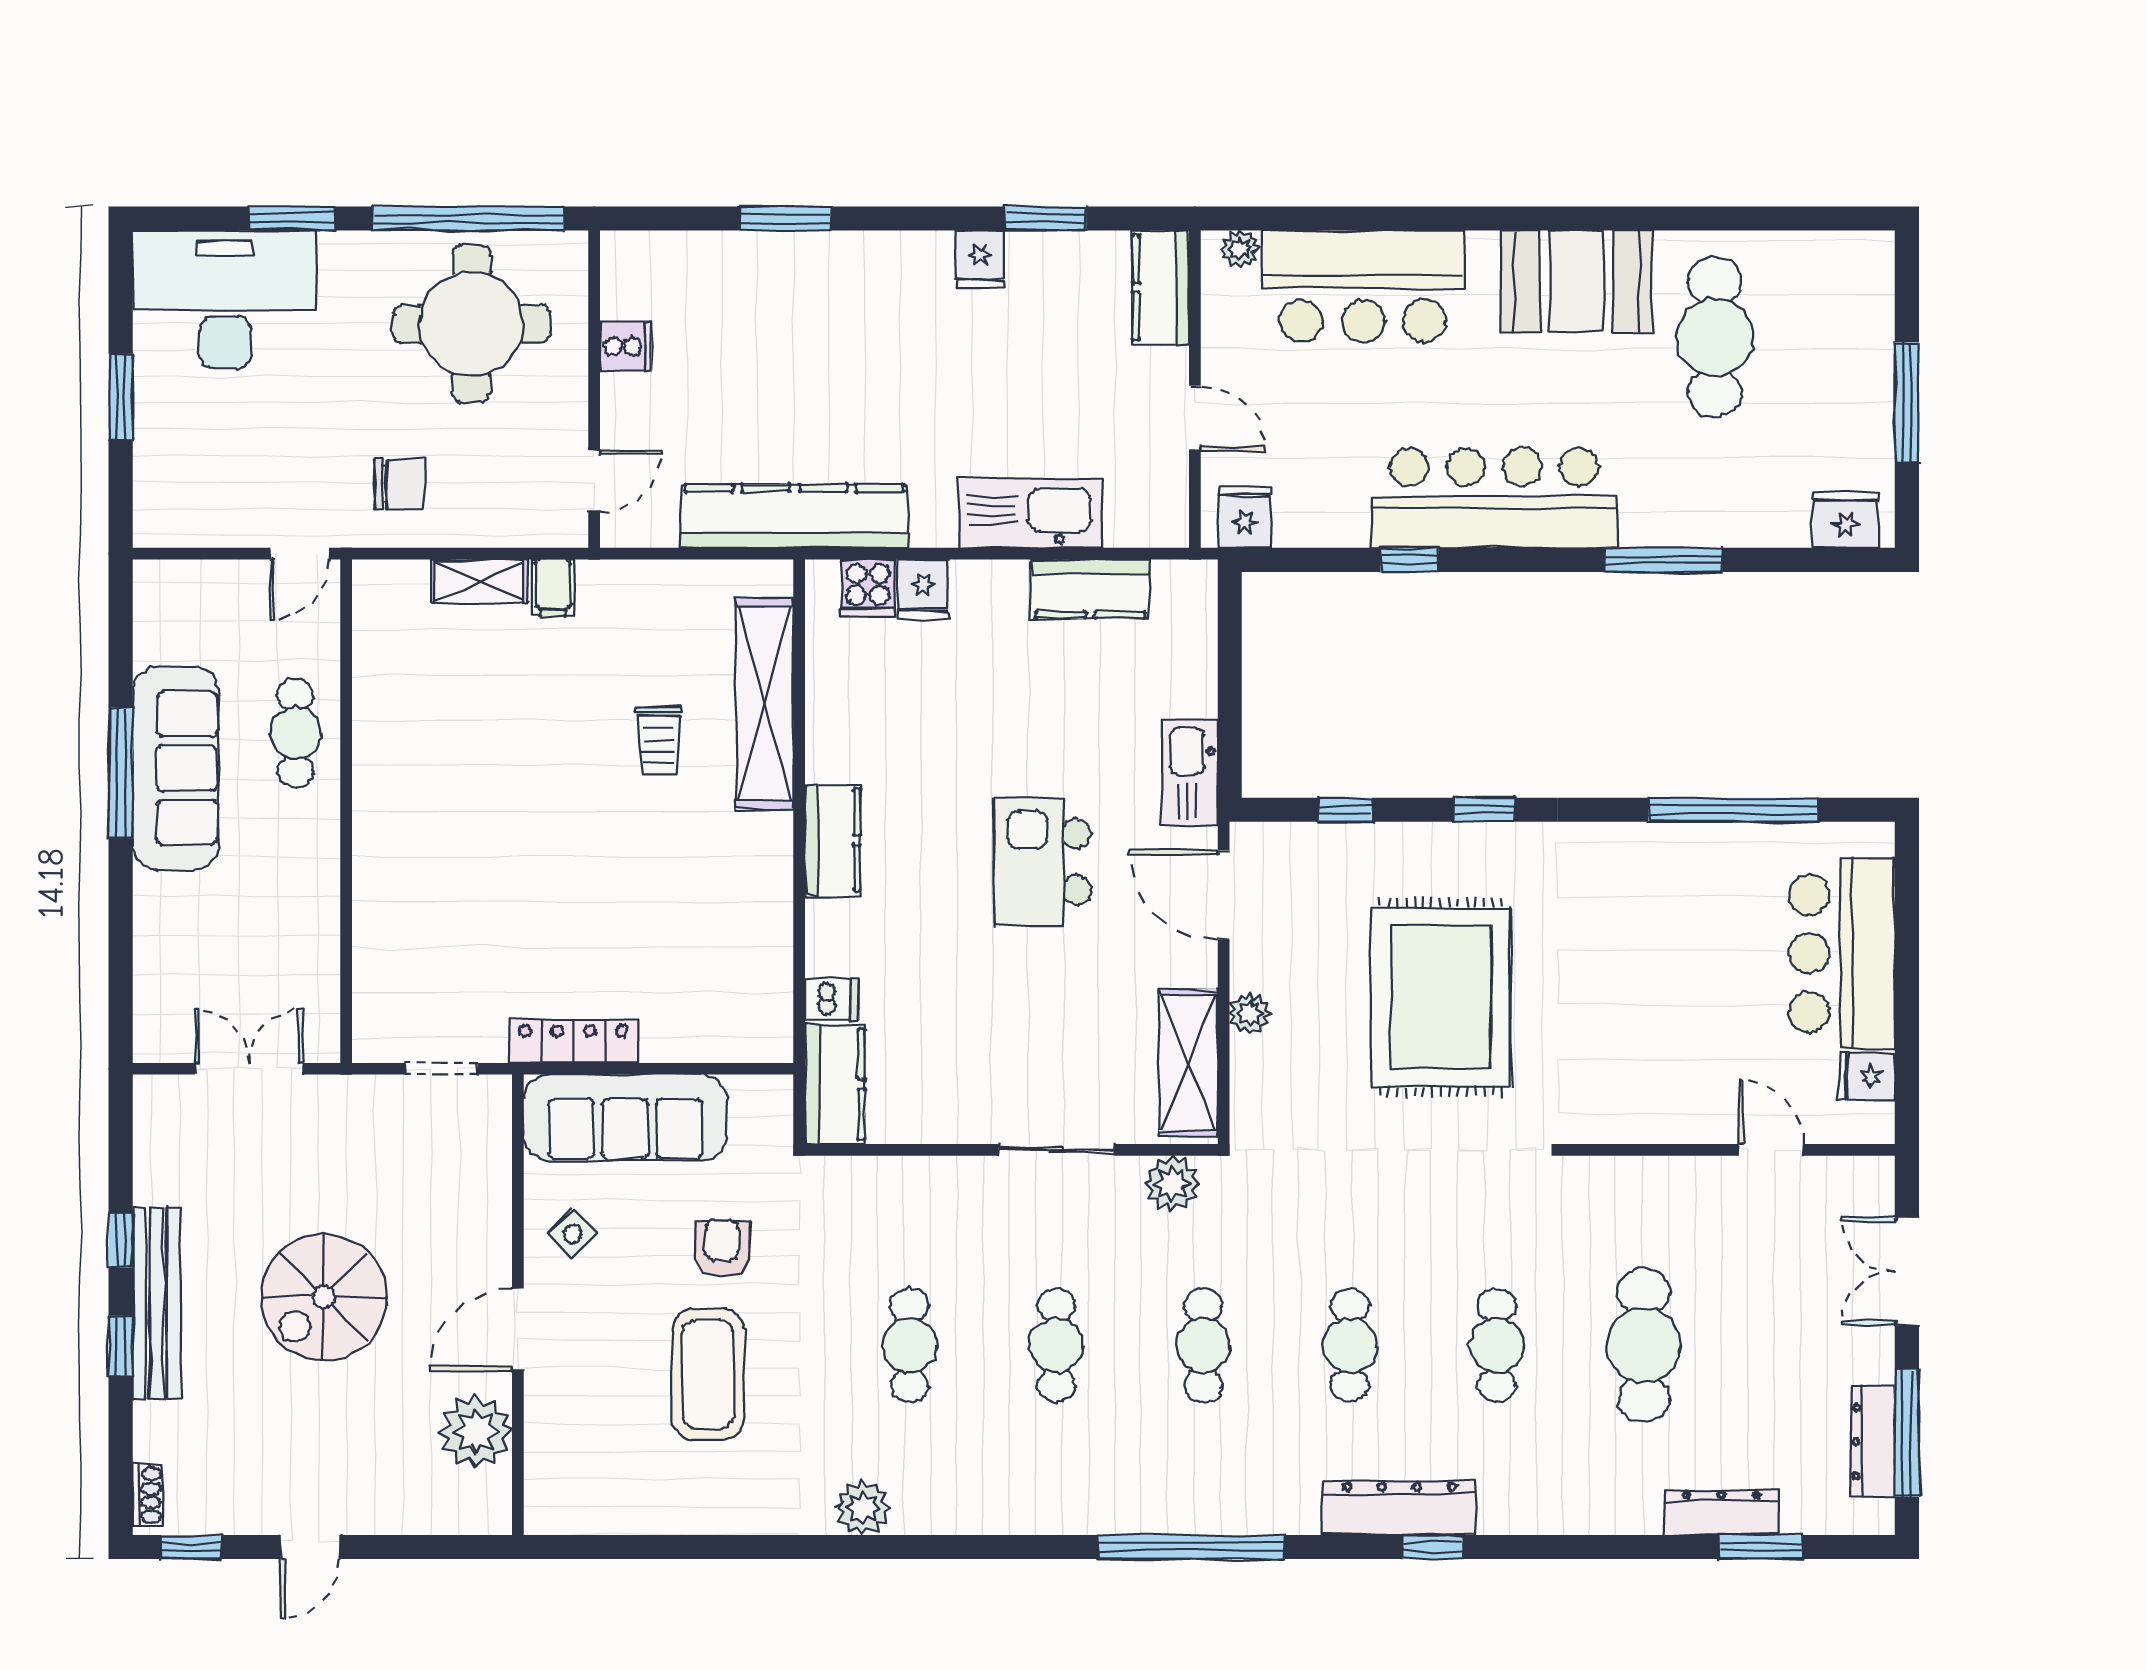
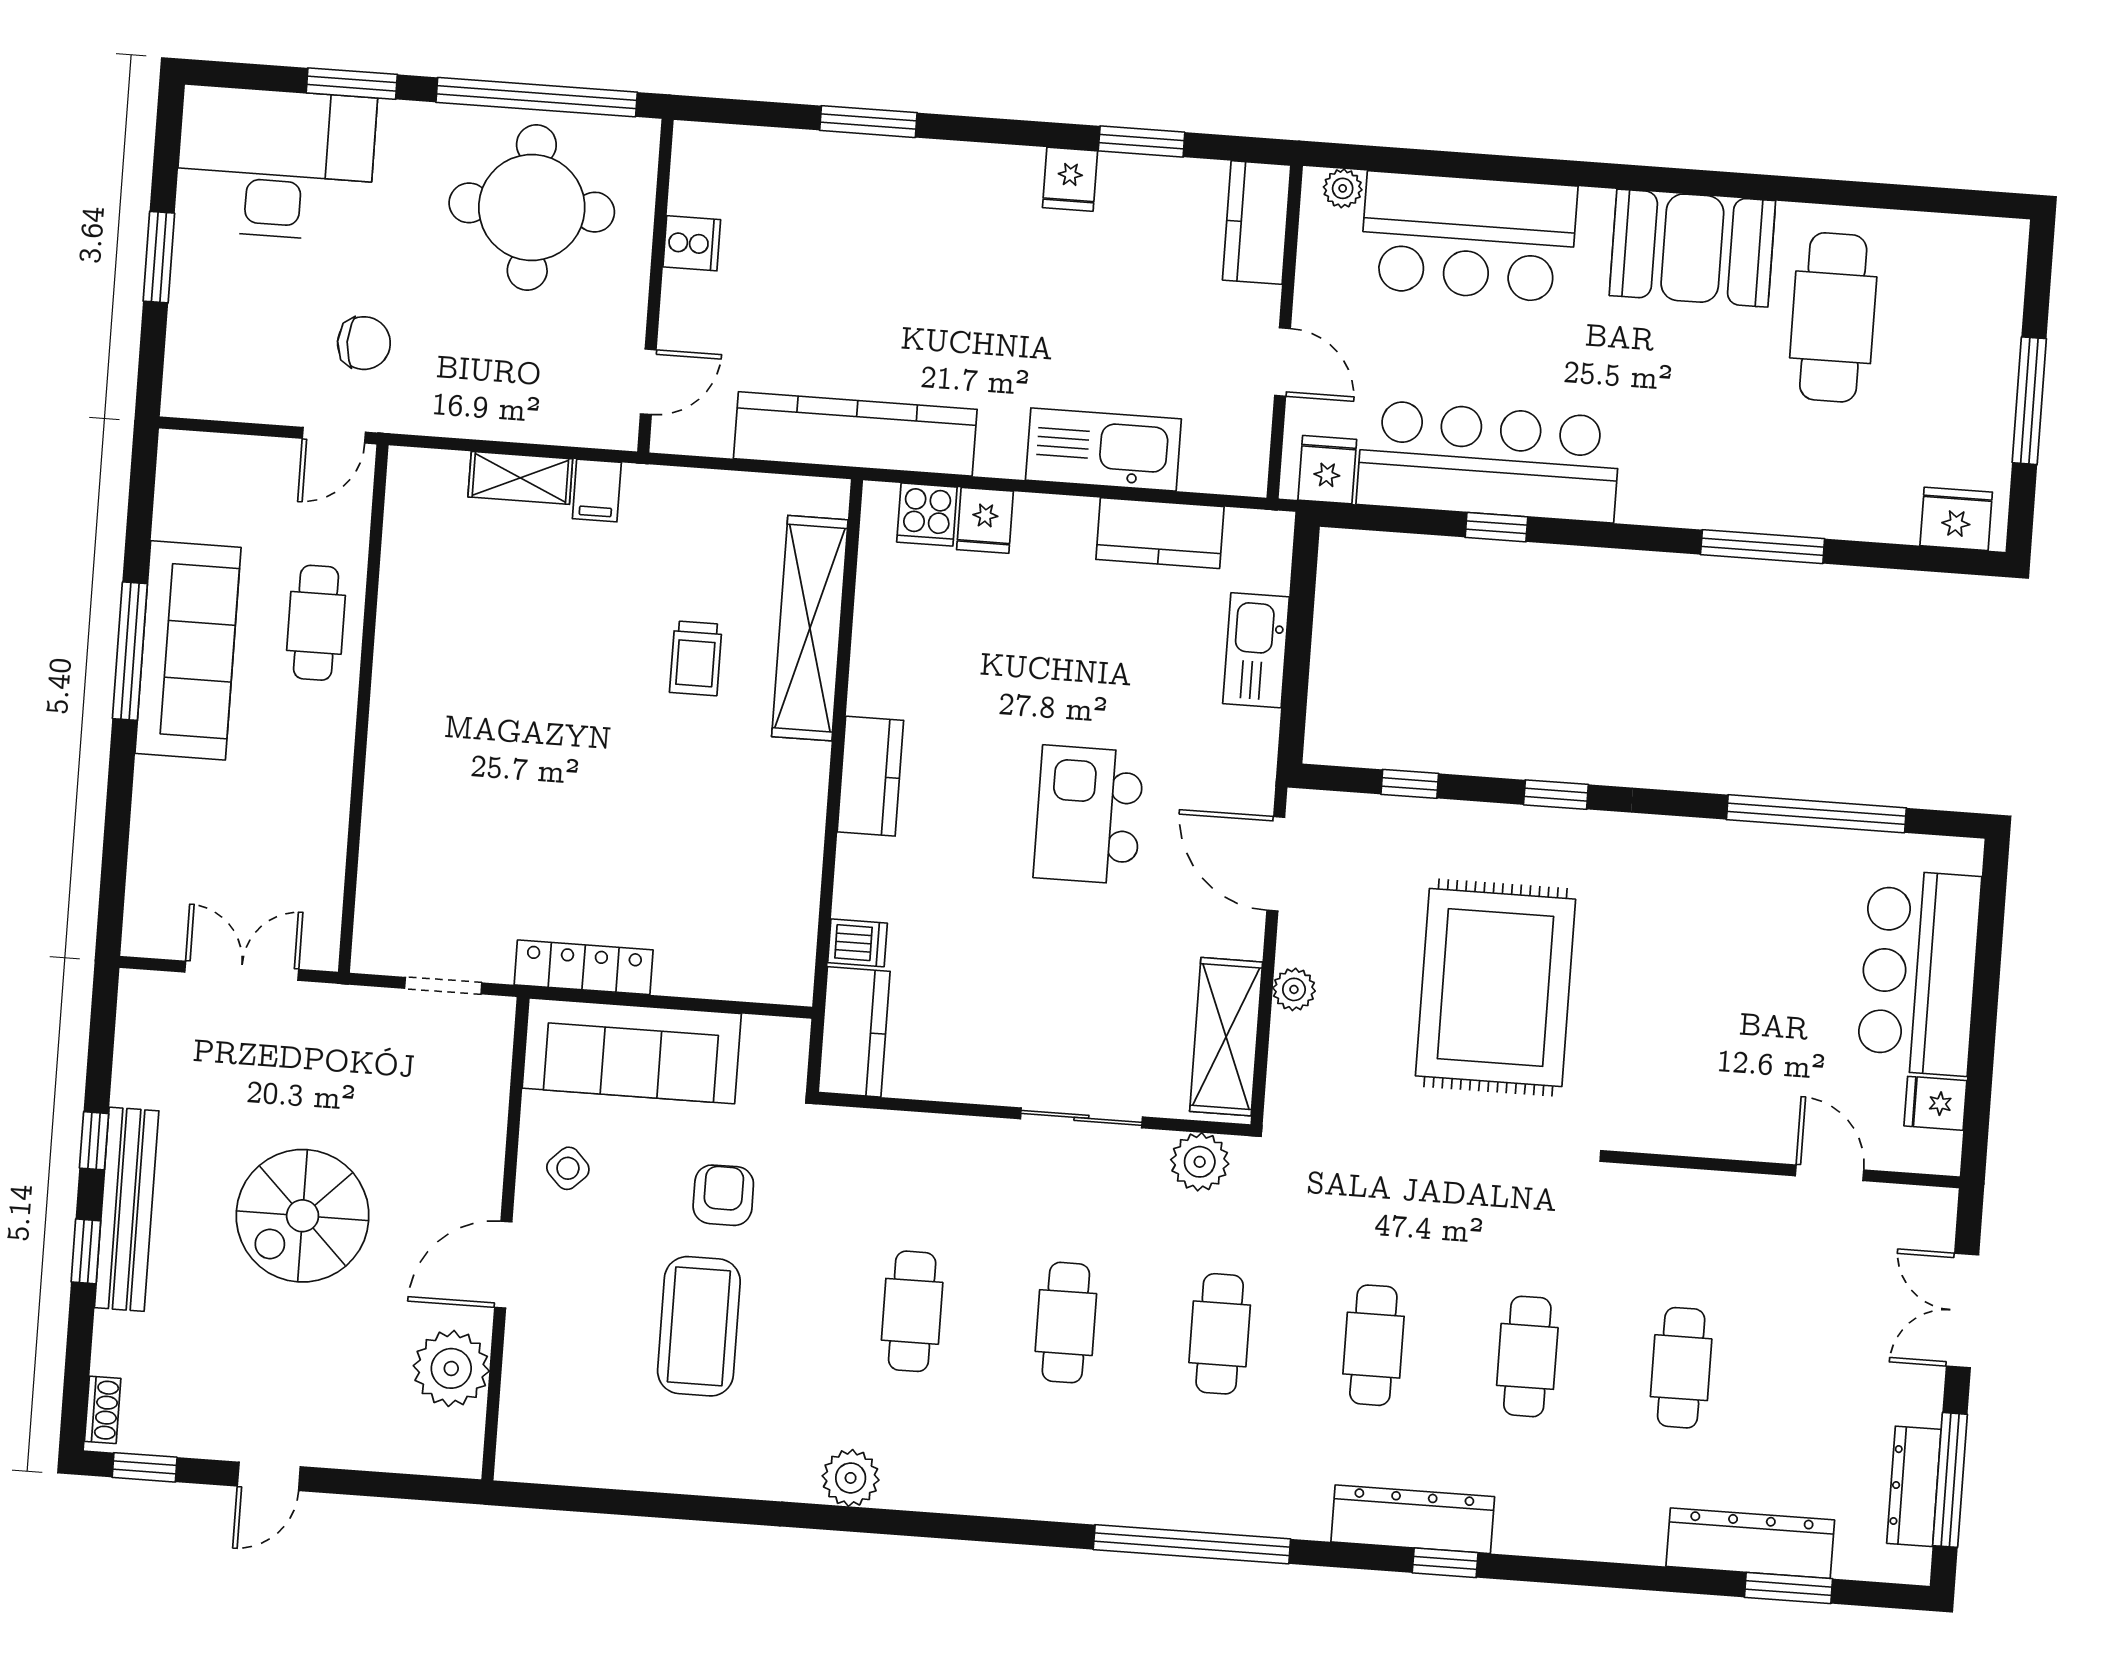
chair: (400, 484) -> (364, 343), moved
bar counter: (1494, 498) -> (1489, 461), moved
kitchen sink: (1190, 773) -> (1256, 650), moved
cafe table: (1644, 1345) -> (1681, 1368), width x0.73, depth x0.74
dresser: (1722, 1513) -> (1750, 1543), width x1.37, depth x1.24

